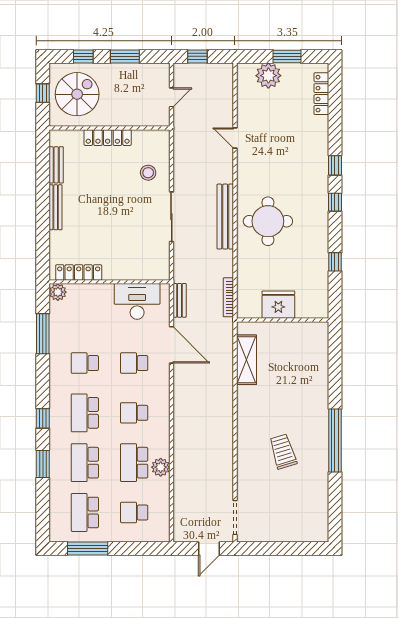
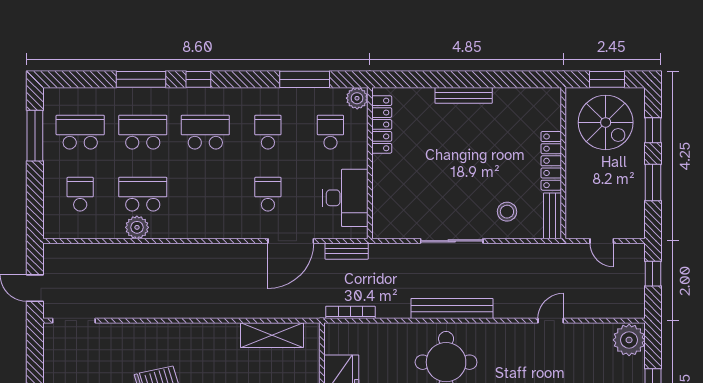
plant: (268, 76) -> (629, 340), moved
window: (43, 93) -> (607, 79), width x1.50
bench: (56, 165) -> (552, 216), moved, turned 90
school desk: (134, 413) -> (330, 132), moved
window: (43, 464) -> (141, 79), width x1.44

